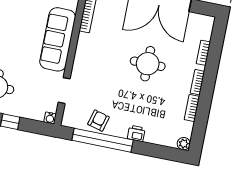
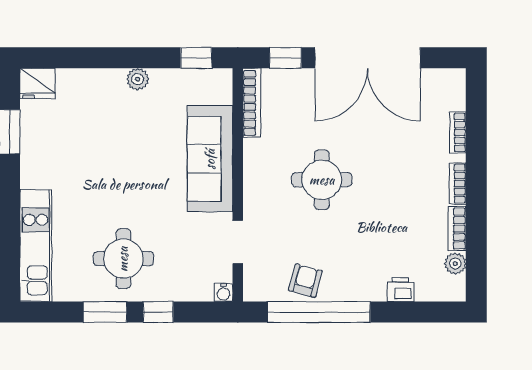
round table: (148, 64) -> (322, 180), moved
printer: (136, 133) -> (401, 290), moved
plant: (184, 144) -> (455, 264), moved

